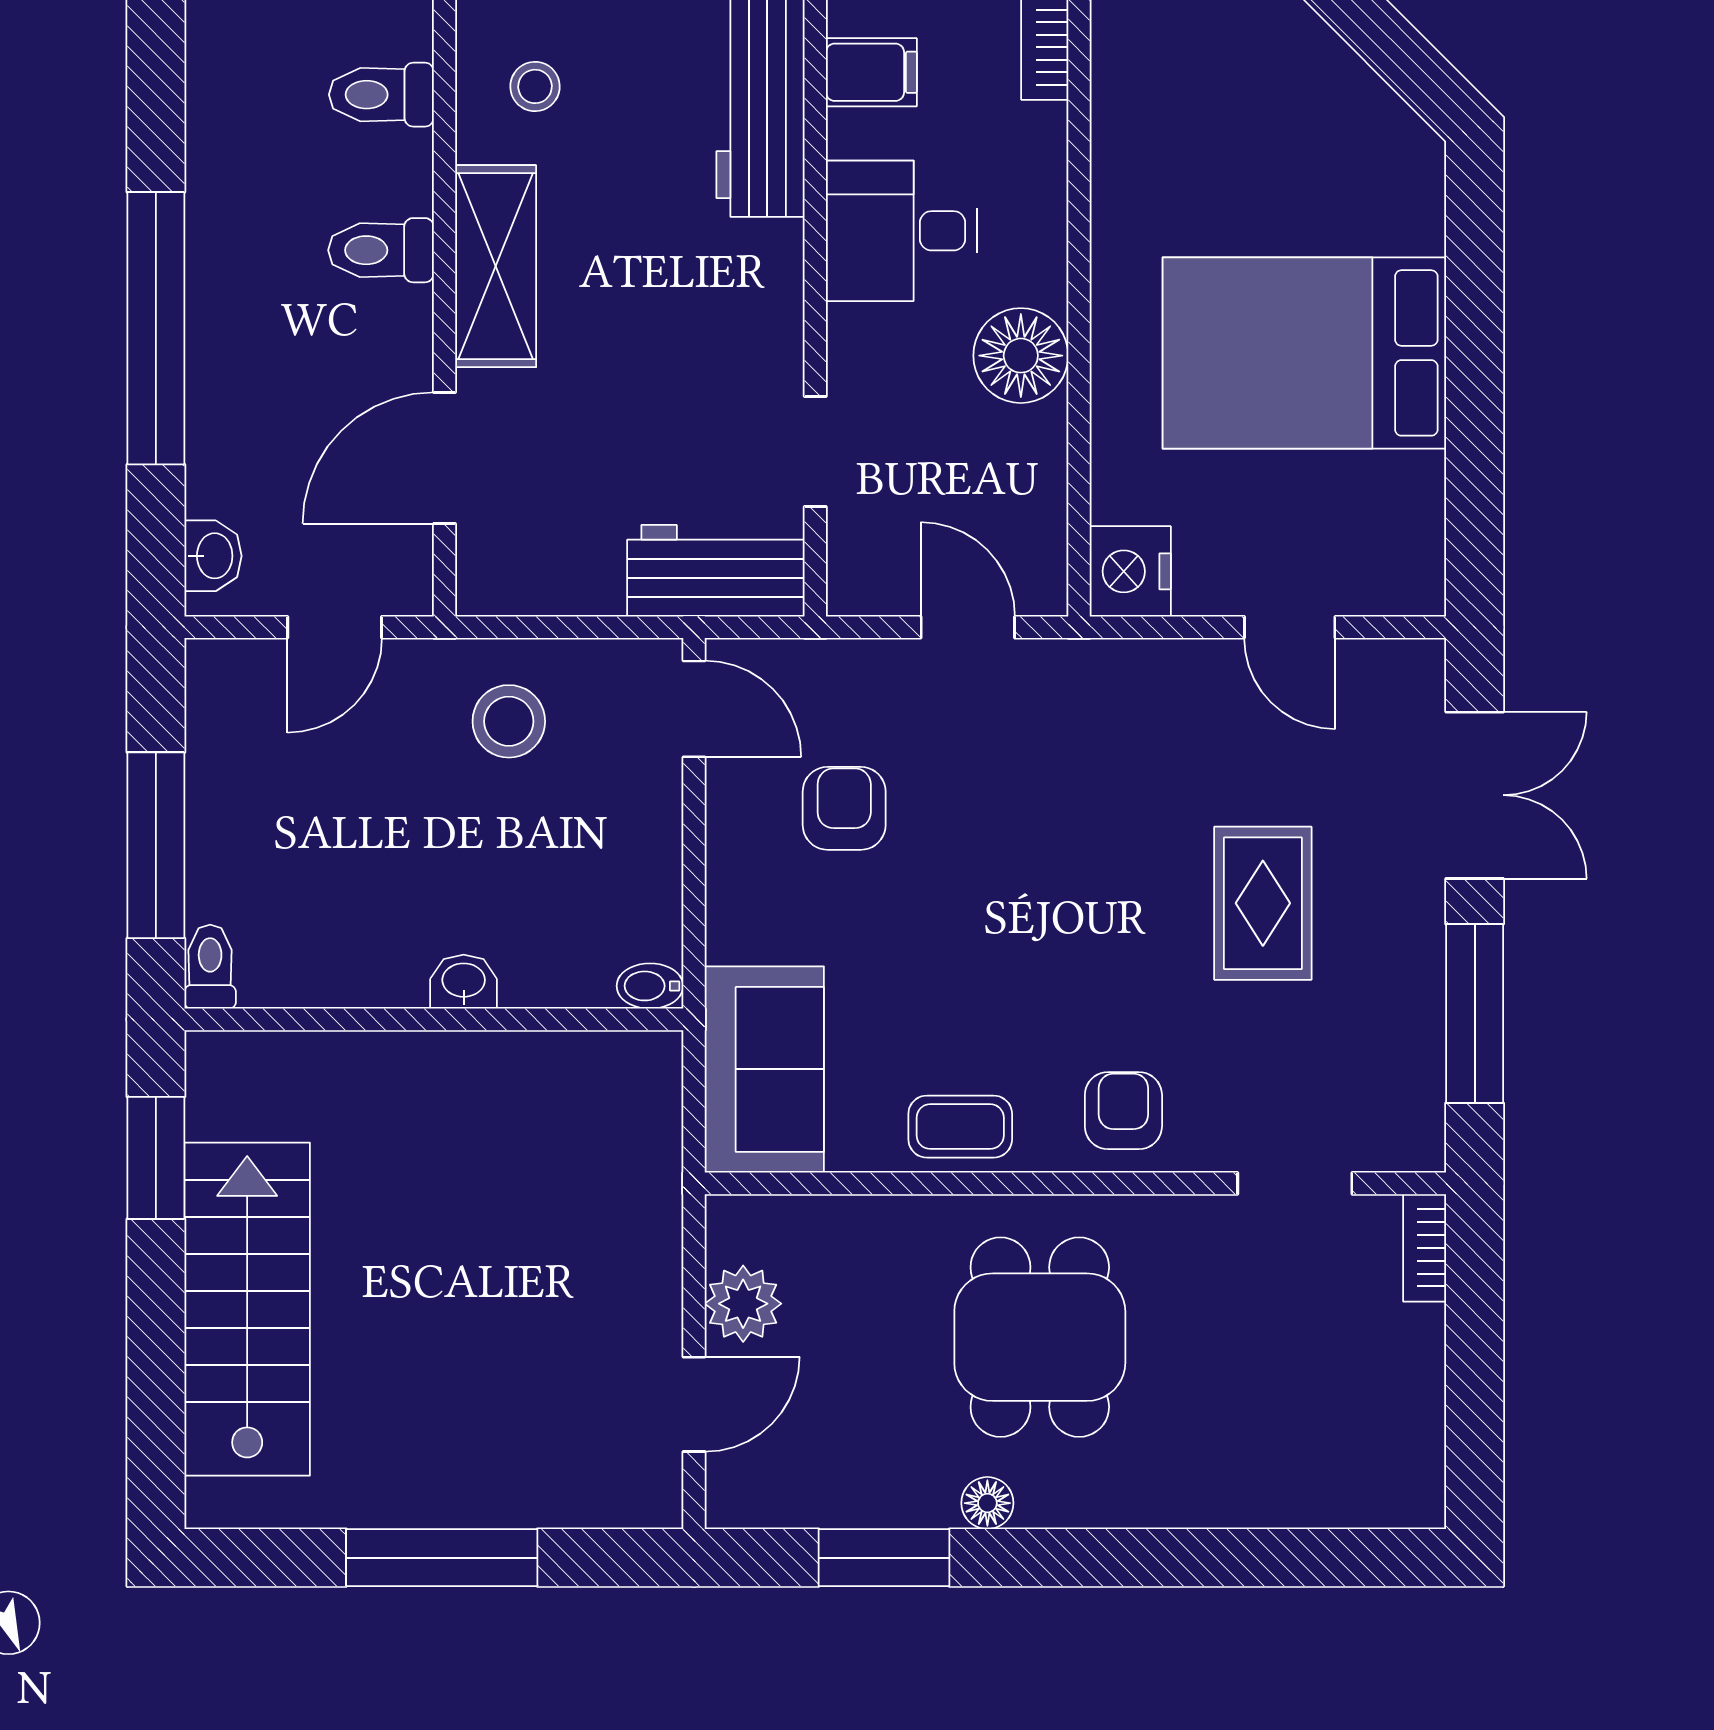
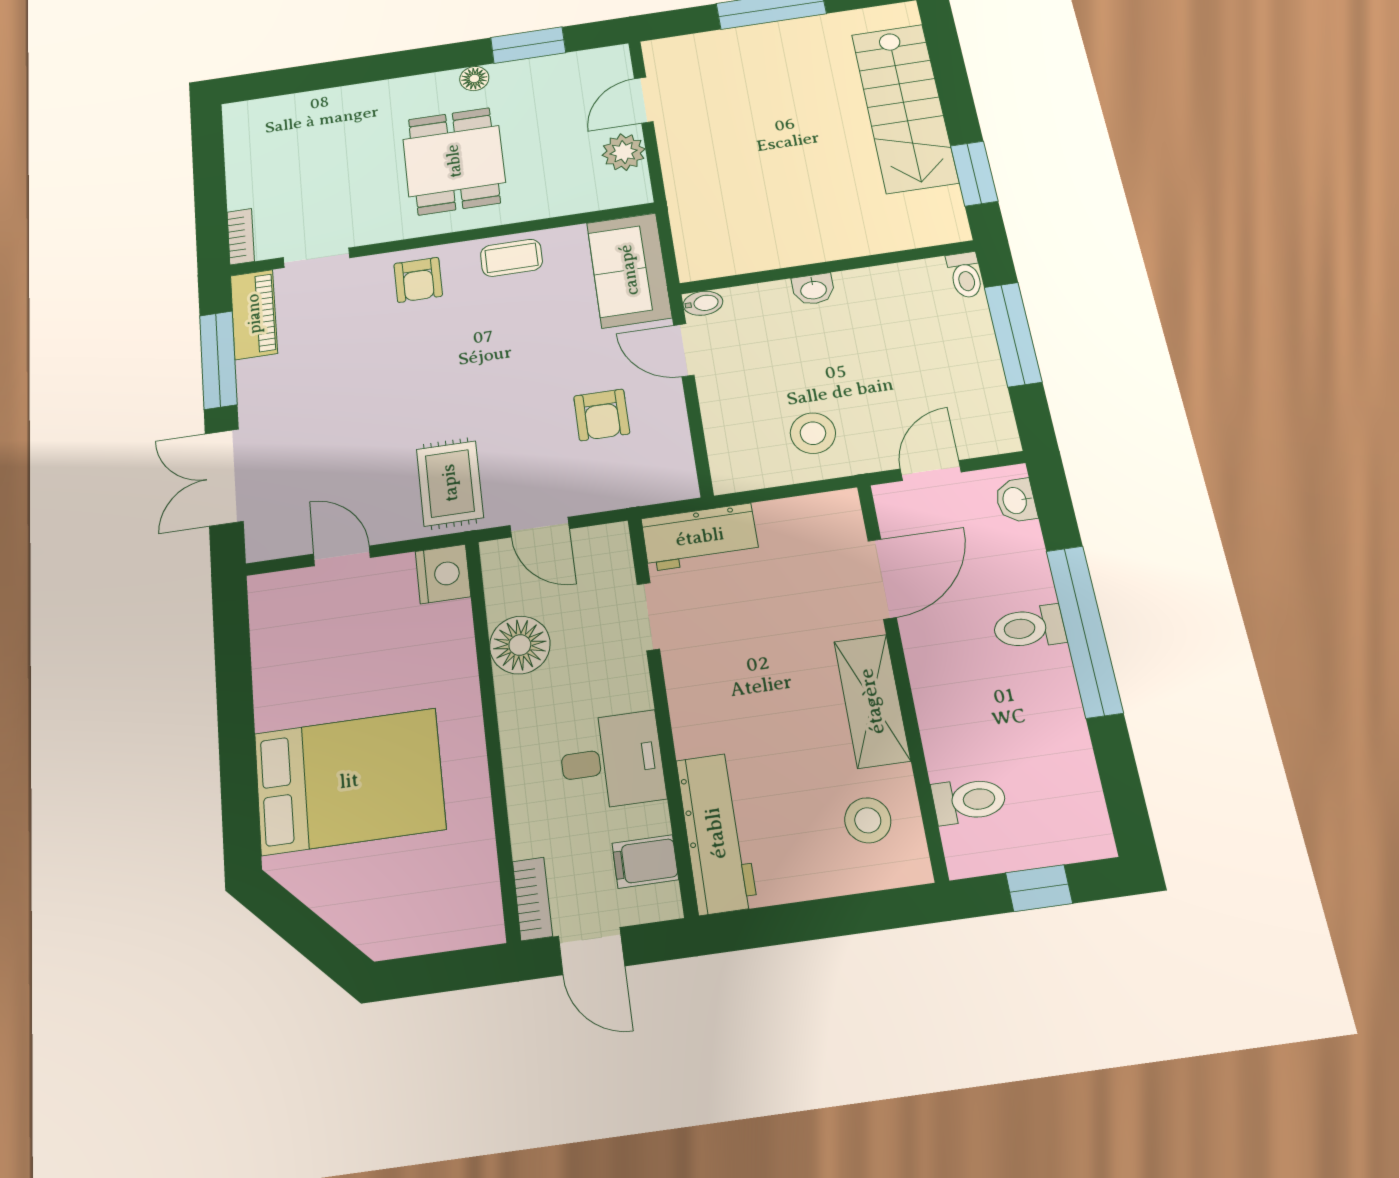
stool: (535, 86) -> (868, 820), width x1.37, depth x1.37
toilet: (381, 250) -> (1029, 627), moved, turned 180
bed: (1304, 353) -> (349, 781), moved
floor lamp: (1021, 356) -> (520, 645), moved
door: (694, 709) -> (684, 350), moved
rug: (1263, 903) -> (450, 483), moved
piano: (1409, 1091) -> (254, 314), added

